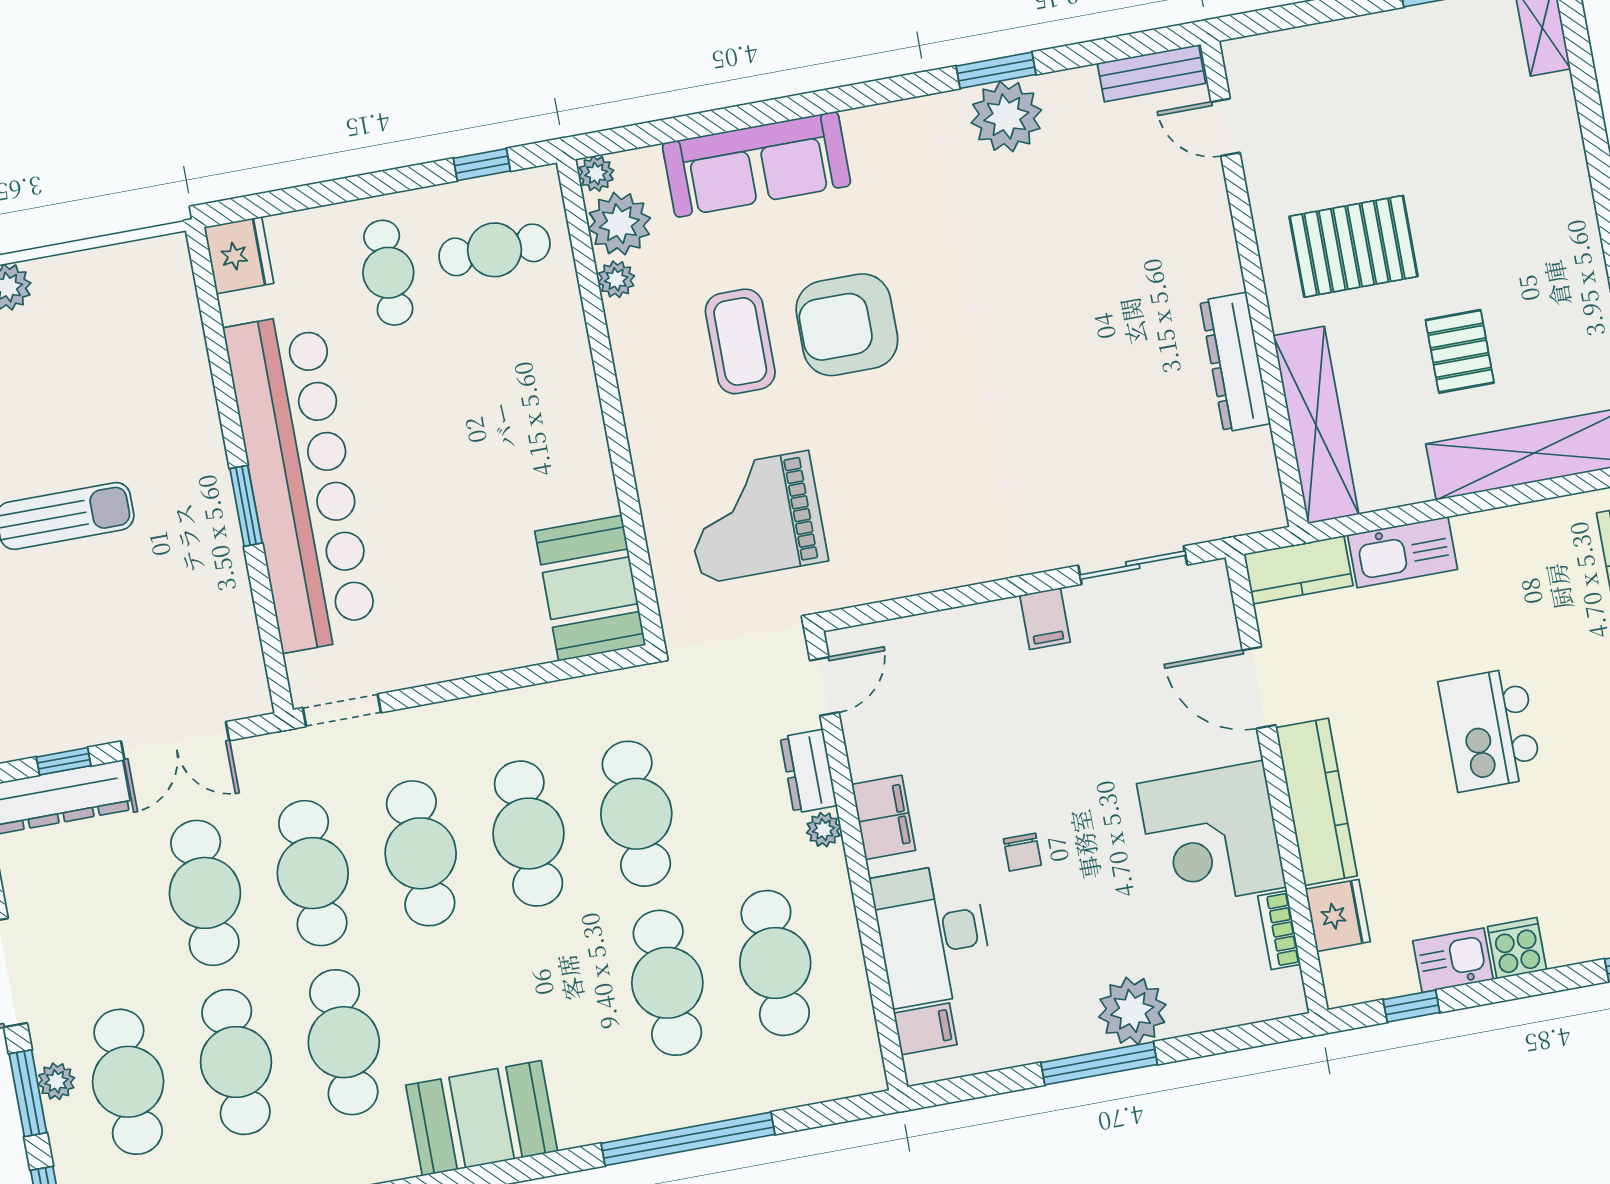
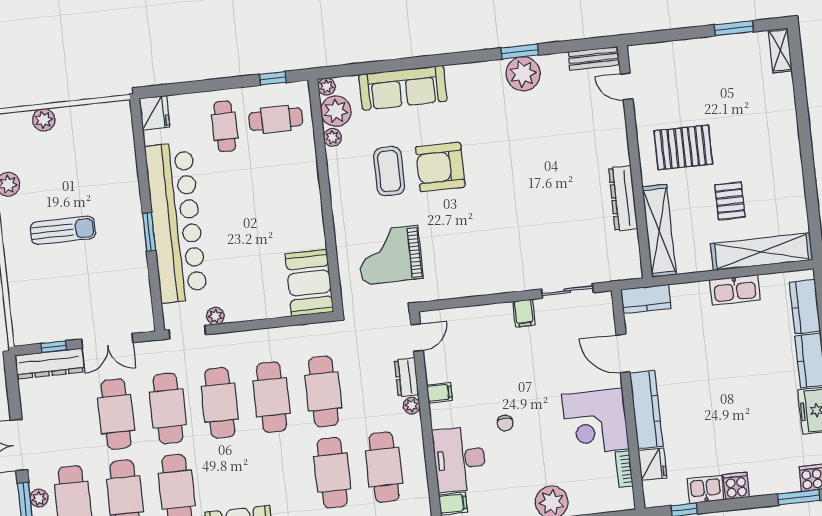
kitchen sink: (1402, 552) -> (735, 290), moved
plant: (398, 672) -> (215, 316), added
kitchen island: (1490, 729) -> (731, 381), removed
filing cabinet: (884, 817) -> (440, 393), width x0.50

